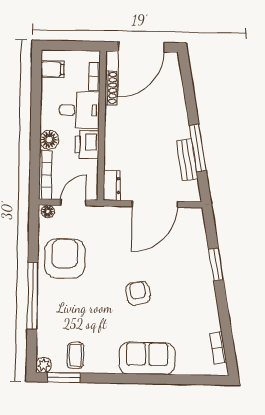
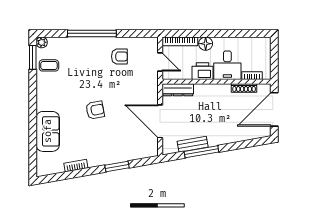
door: (141, 47) -> (274, 109), hinge flipped
filing cabinet: (52, 69) -> (257, 45), removed
dresser: (112, 185) -> (178, 90), width x1.44
floor lamp: (48, 211) -> (153, 43), removed
armchair: (65, 258) -> (119, 56), width x0.53, depth x0.53
bookcase: (218, 348) -> (76, 166), moved
sofa: (147, 358) -> (48, 131), moved

